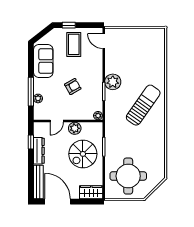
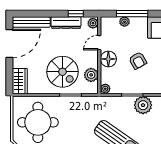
floor lamp: (71, 113) -> (108, 59), added
door: (57, 121) -> (99, 43), hinge flipped
plant: (39, 127) -> (93, 23), added
plant: (75, 128) -> (91, 75), moved
spiral stairs: (83, 154) -> (62, 72), turned 180

